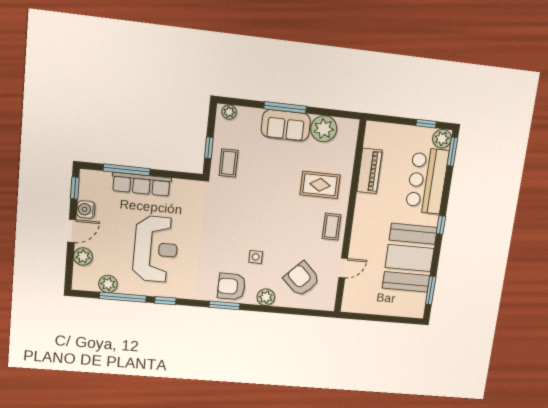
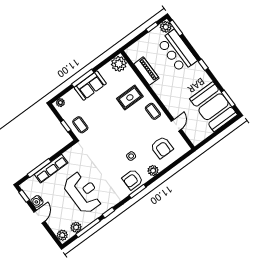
plant: (324, 129) -> (119, 64), moved
plant: (83, 256) -> (62, 235), moved
booth: (410, 258) -> (214, 107), moved
armchair: (302, 279) -> (162, 147), turned -134

